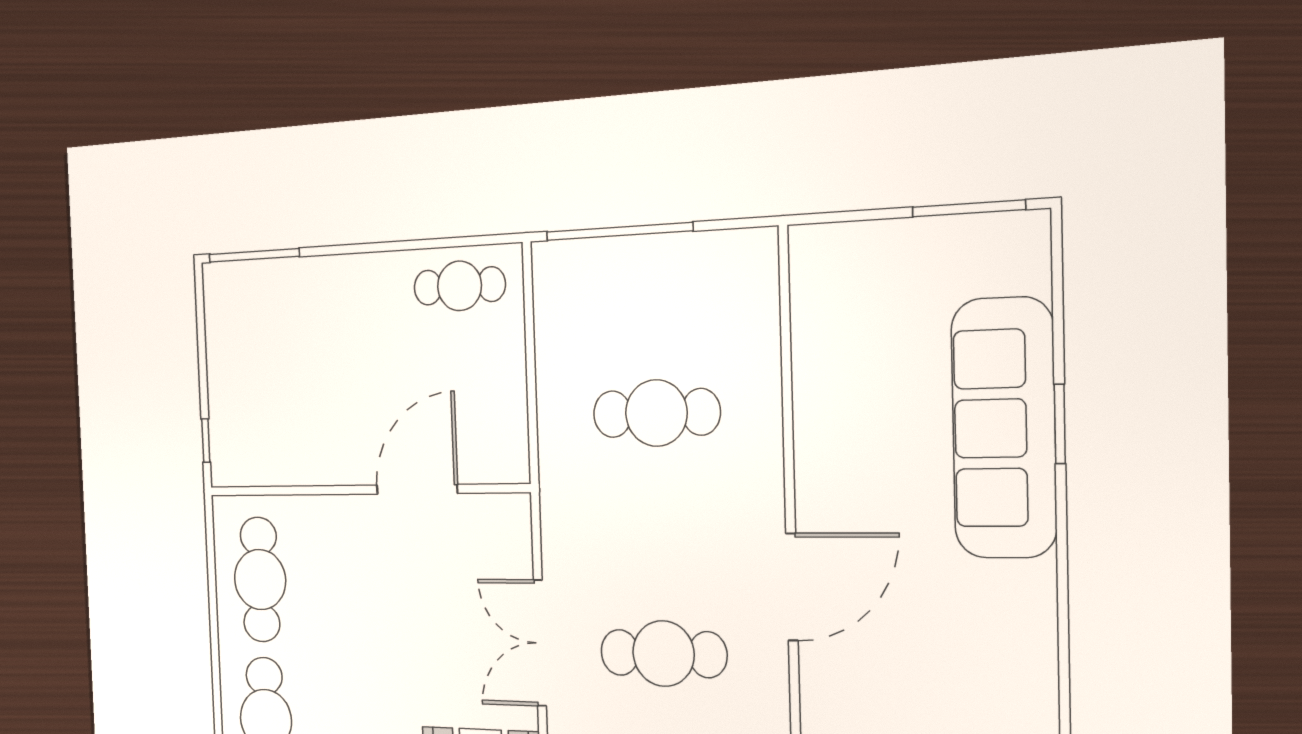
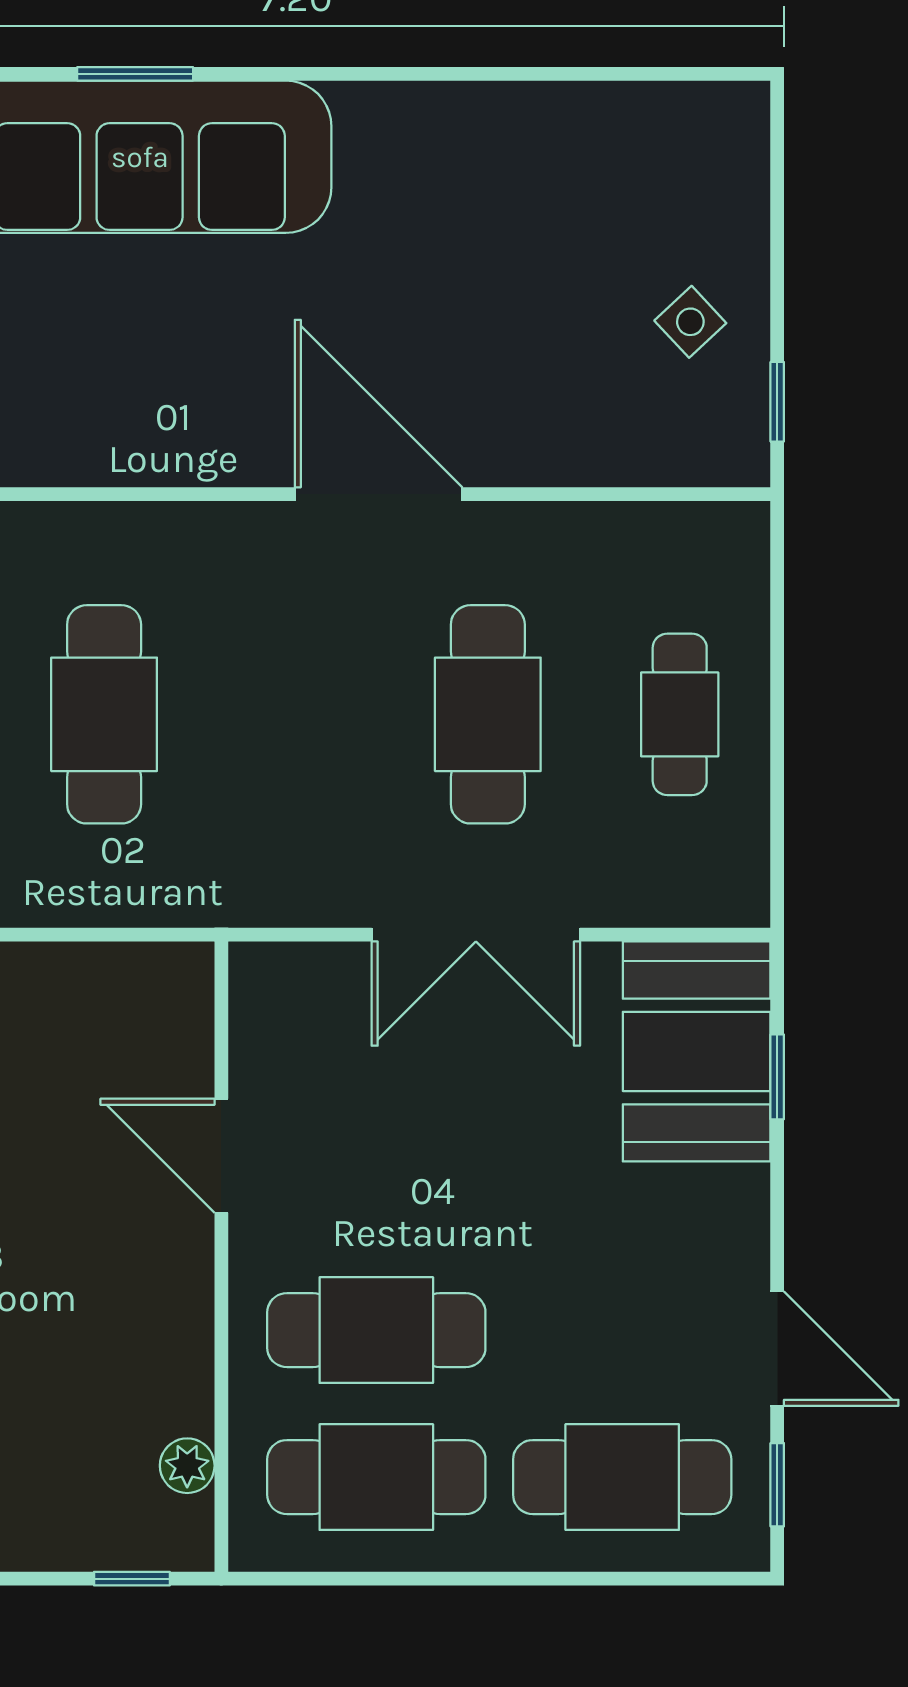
plant: (261, 471) -> (187, 1466), added
door: (417, 489) -> (221, 1156), width x0.73
cafe table: (332, 580) -> (376, 1330), added

